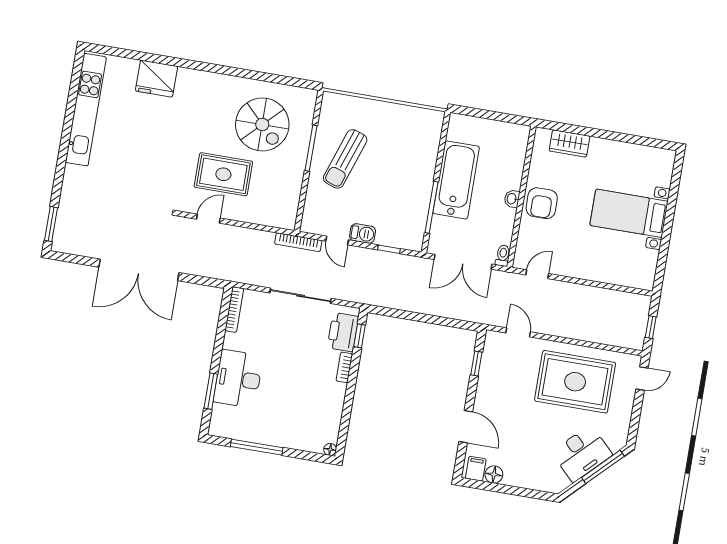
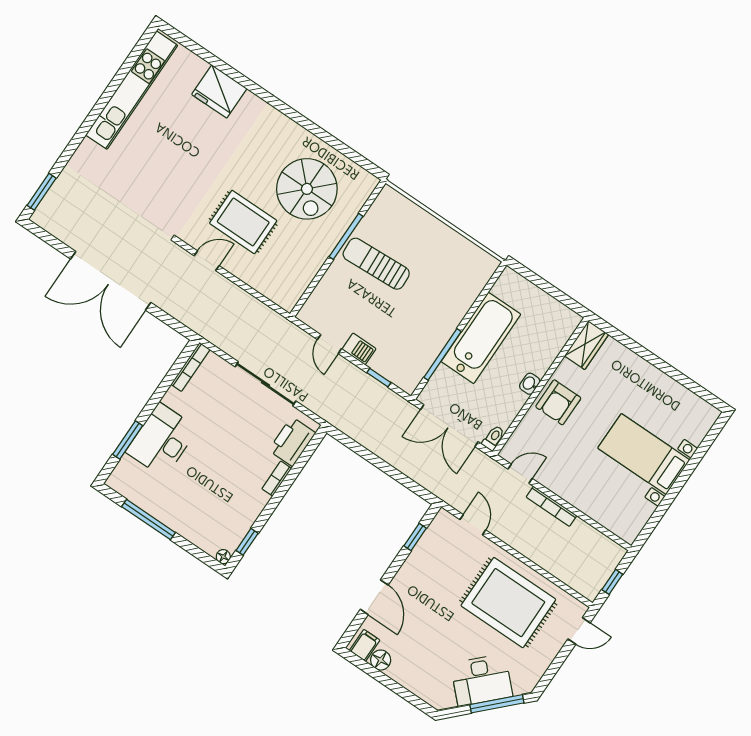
wardrobe: (570, 143) -> (587, 345), moved, turned -90
sun lounger: (345, 159) -> (376, 264), turned 68
bookcase: (298, 242) -> (552, 506), moved
window: (359, 336) -> (247, 542), moved

